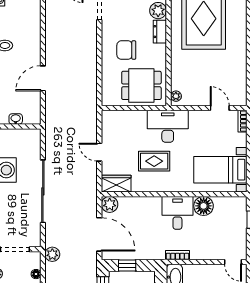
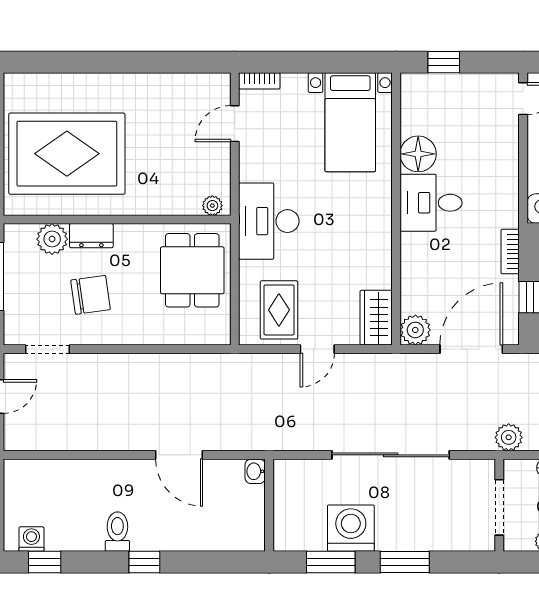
chair: (126, 50) -> (91, 295), moved, turned -98
washbasin: (16, 119) -> (255, 471), moved
rug: (154, 161) -> (279, 310), moved
bookcase: (177, 255) -> (510, 252), moved

